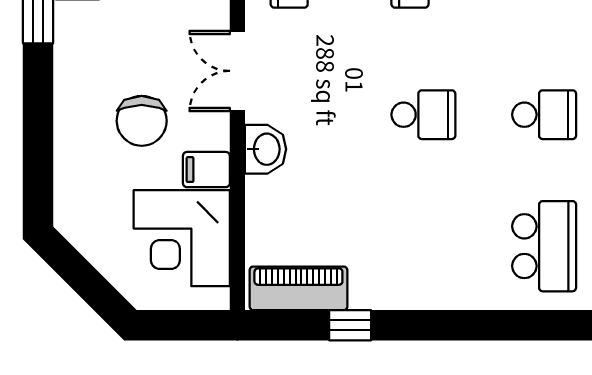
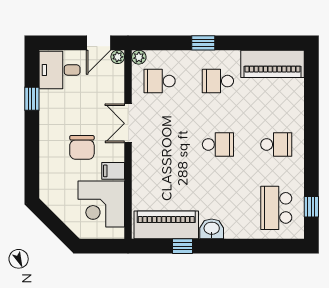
washbasin: (265, 149) -> (212, 229), moved, turned -90
school desk: (544, 246) -> (276, 208), turned 180
piano: (298, 288) -> (166, 225), width x1.37, depth x1.33

